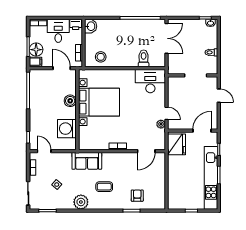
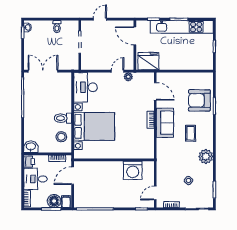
toilet: (144, 58) -> (63, 118), moved
boiler: (70, 101) -> (105, 167), removed
bed with nightstands: (99, 102) -> (94, 126), moved, turned 90
sofa: (87, 161) -> (165, 123), moved
armchair: (137, 196) -> (199, 100), width x1.88, depth x1.88

